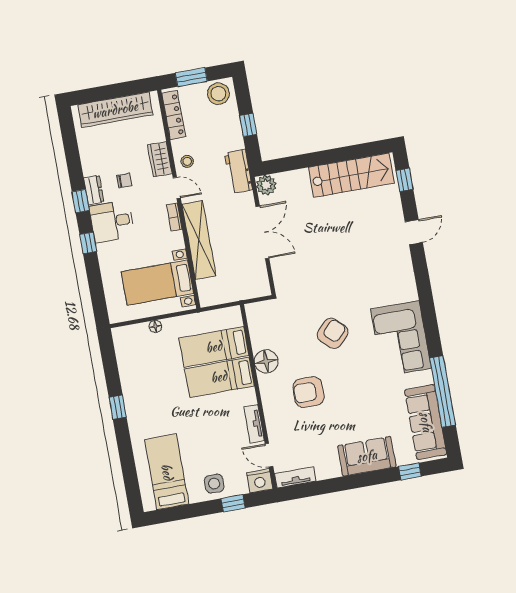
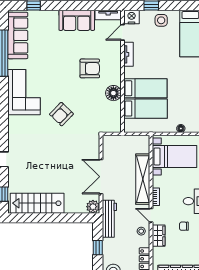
workbench: (238, 171) -> (109, 219), width x1.37
armchair: (333, 333) -> (61, 114), moved
door: (269, 455) -> (123, 32), swing flipped
sofa: (367, 456) -> (77, 20), moved

